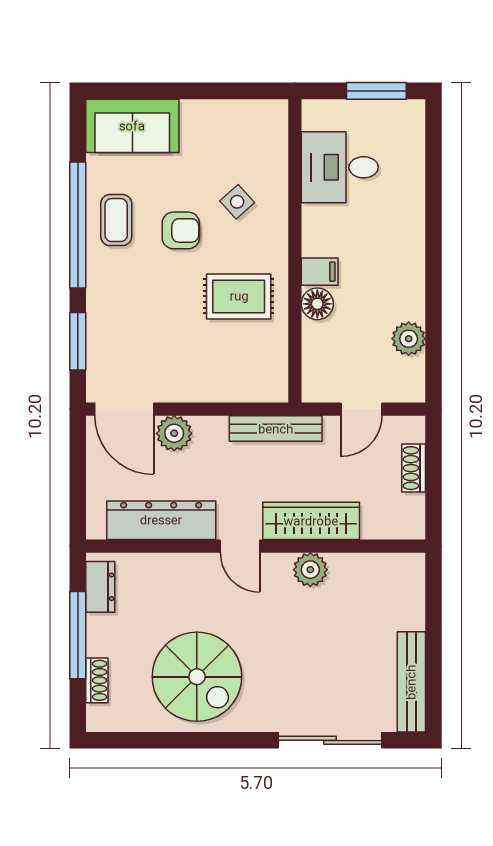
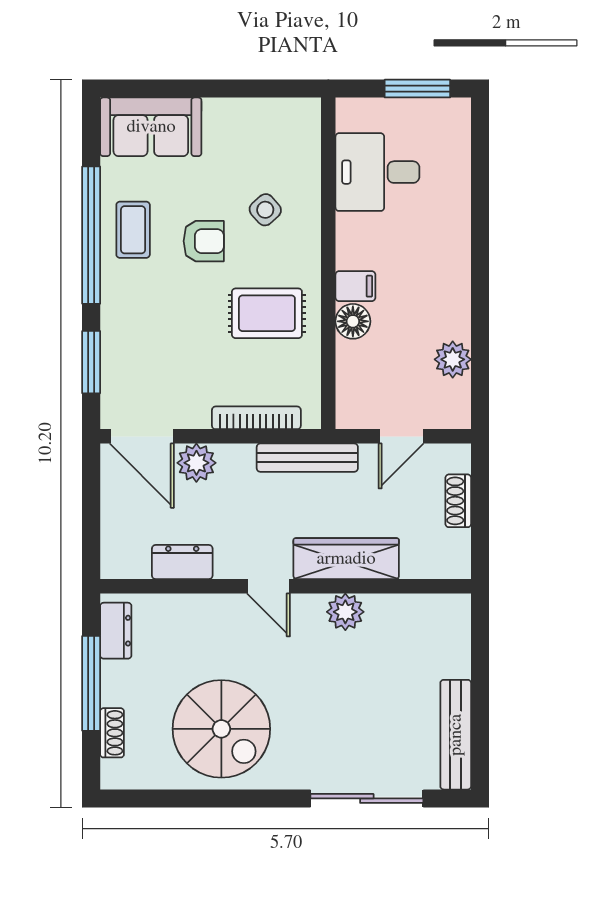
bookcase: (229, 392) -> (256, 418), added
dresser: (161, 520) -> (182, 562), width x0.51, depth x0.80

